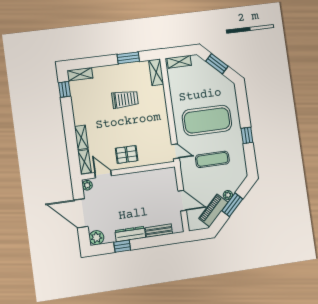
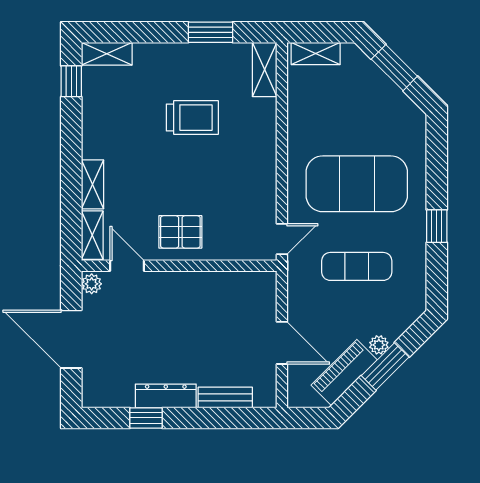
door: (175, 151) -> (282, 239), hinge flipped
plant: (96, 238) -> (96, 393), removed

